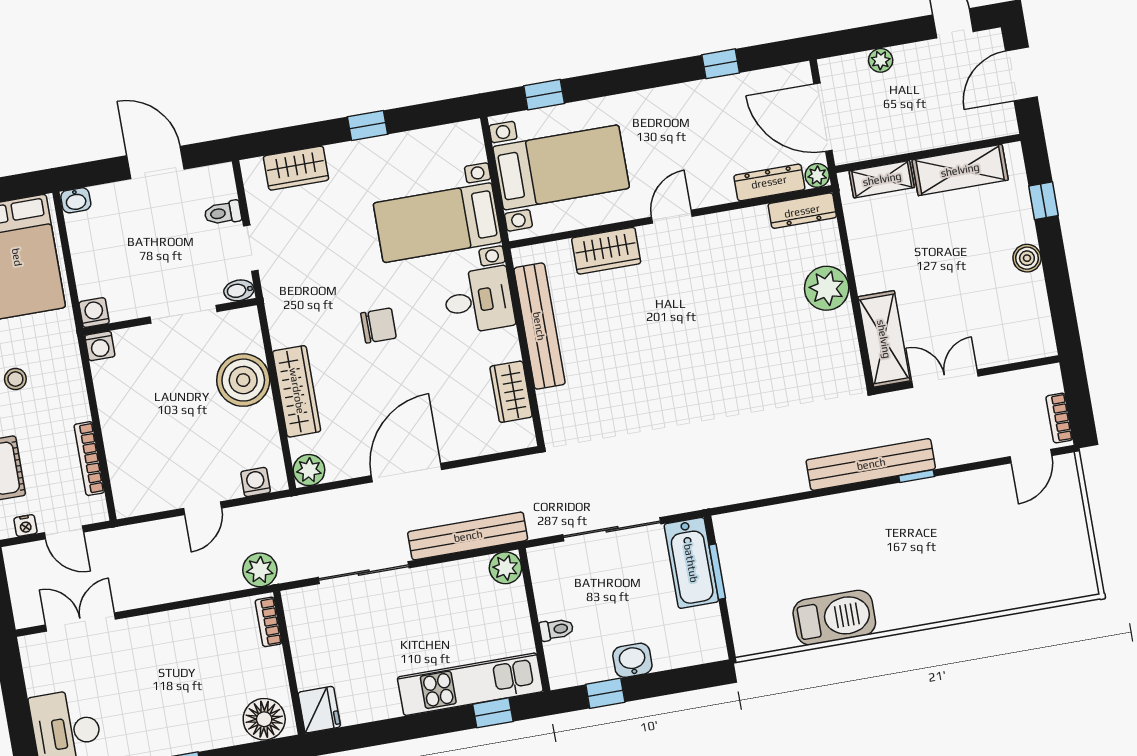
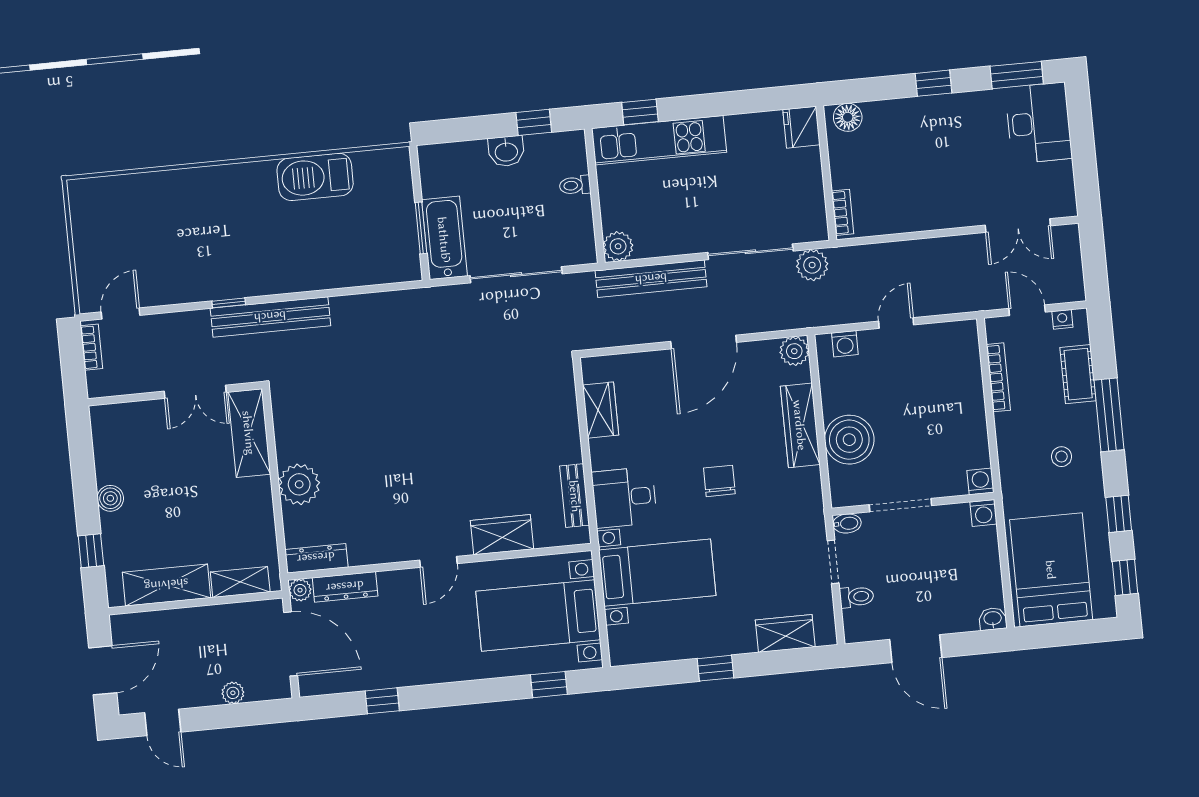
chair: (379, 326) -> (719, 481), turned 90
bench: (539, 326) -> (575, 496), width x0.54, depth x0.82
plant: (260, 570) -> (812, 265), moved
floor lamp: (264, 719) -> (848, 117), width x0.73, depth x0.73

